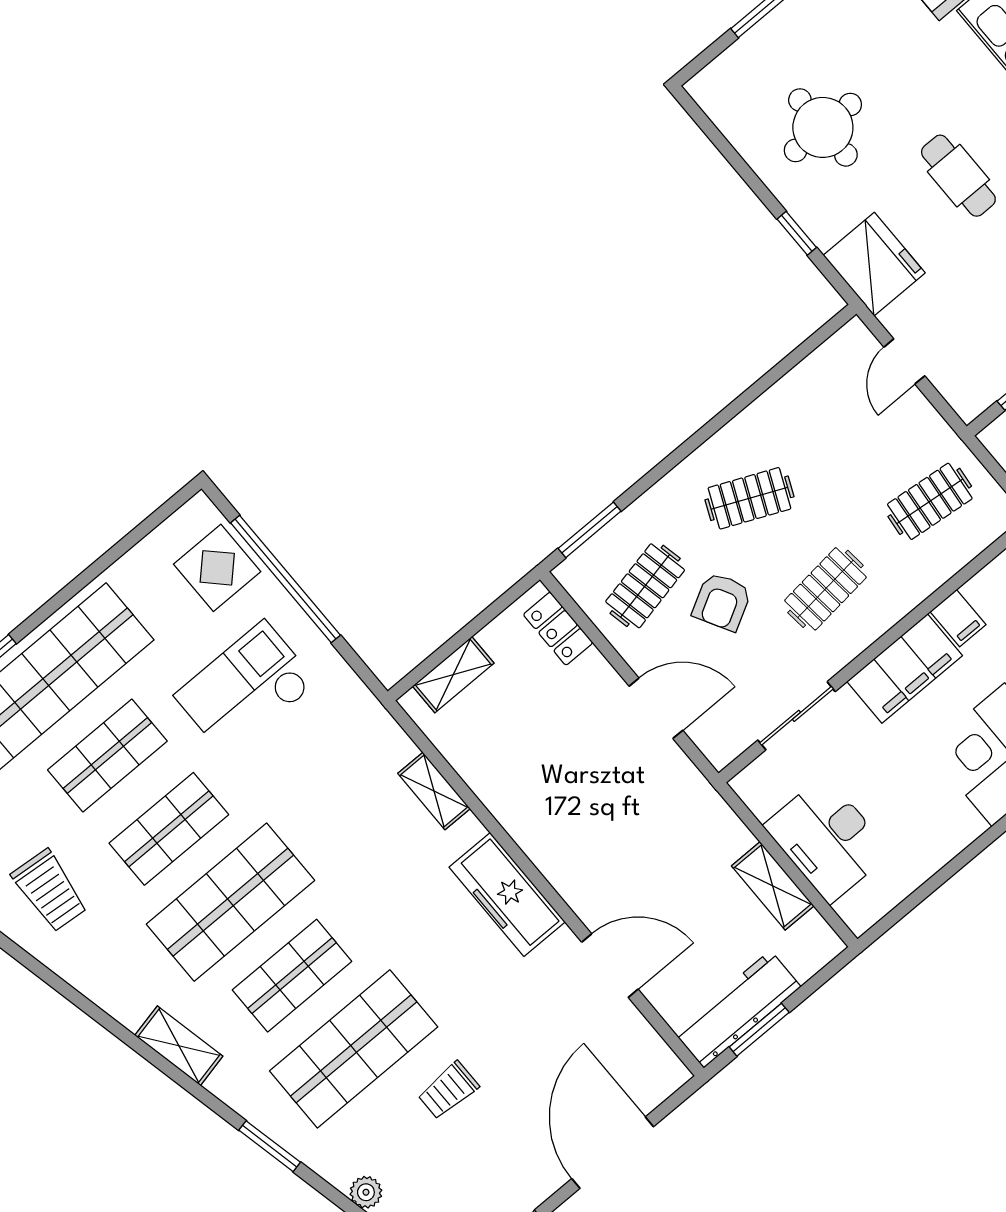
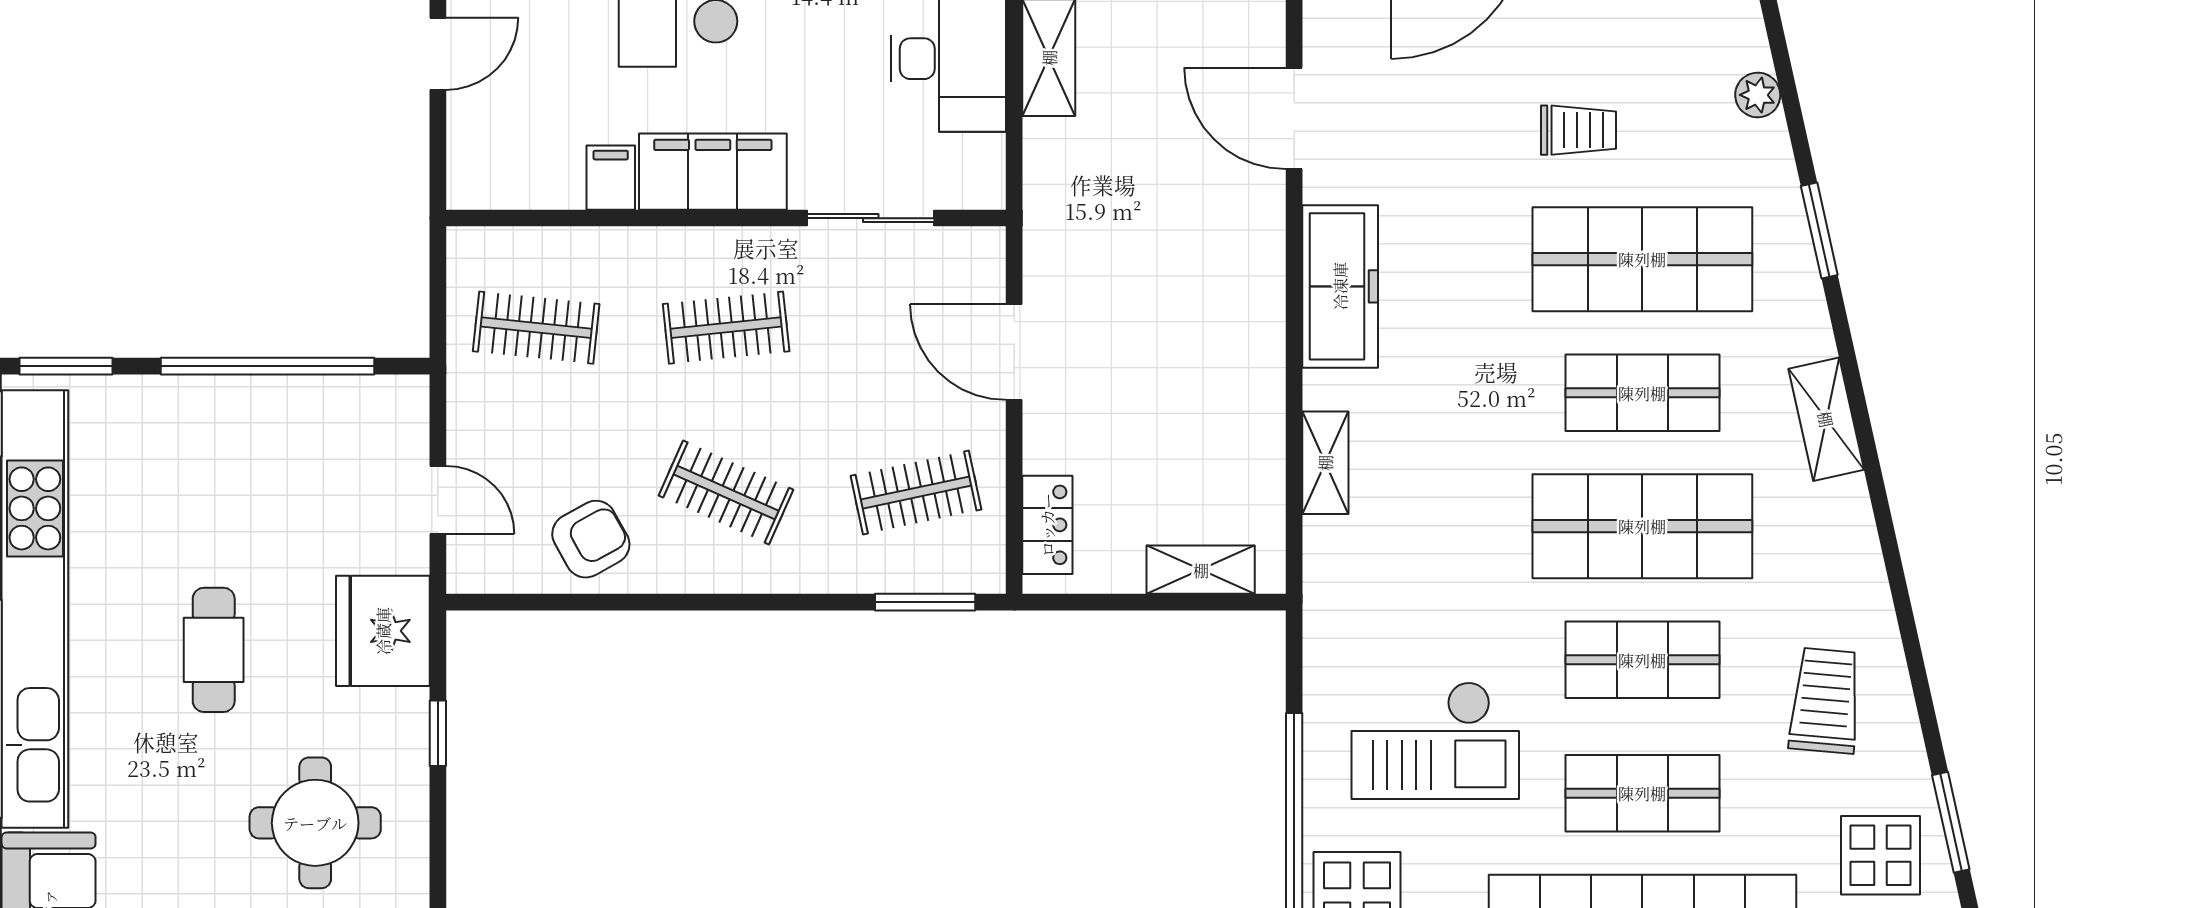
door: (904, 361) -> (438, 500), hinge flipped
armchair: (722, 602) -> (591, 539), moved

